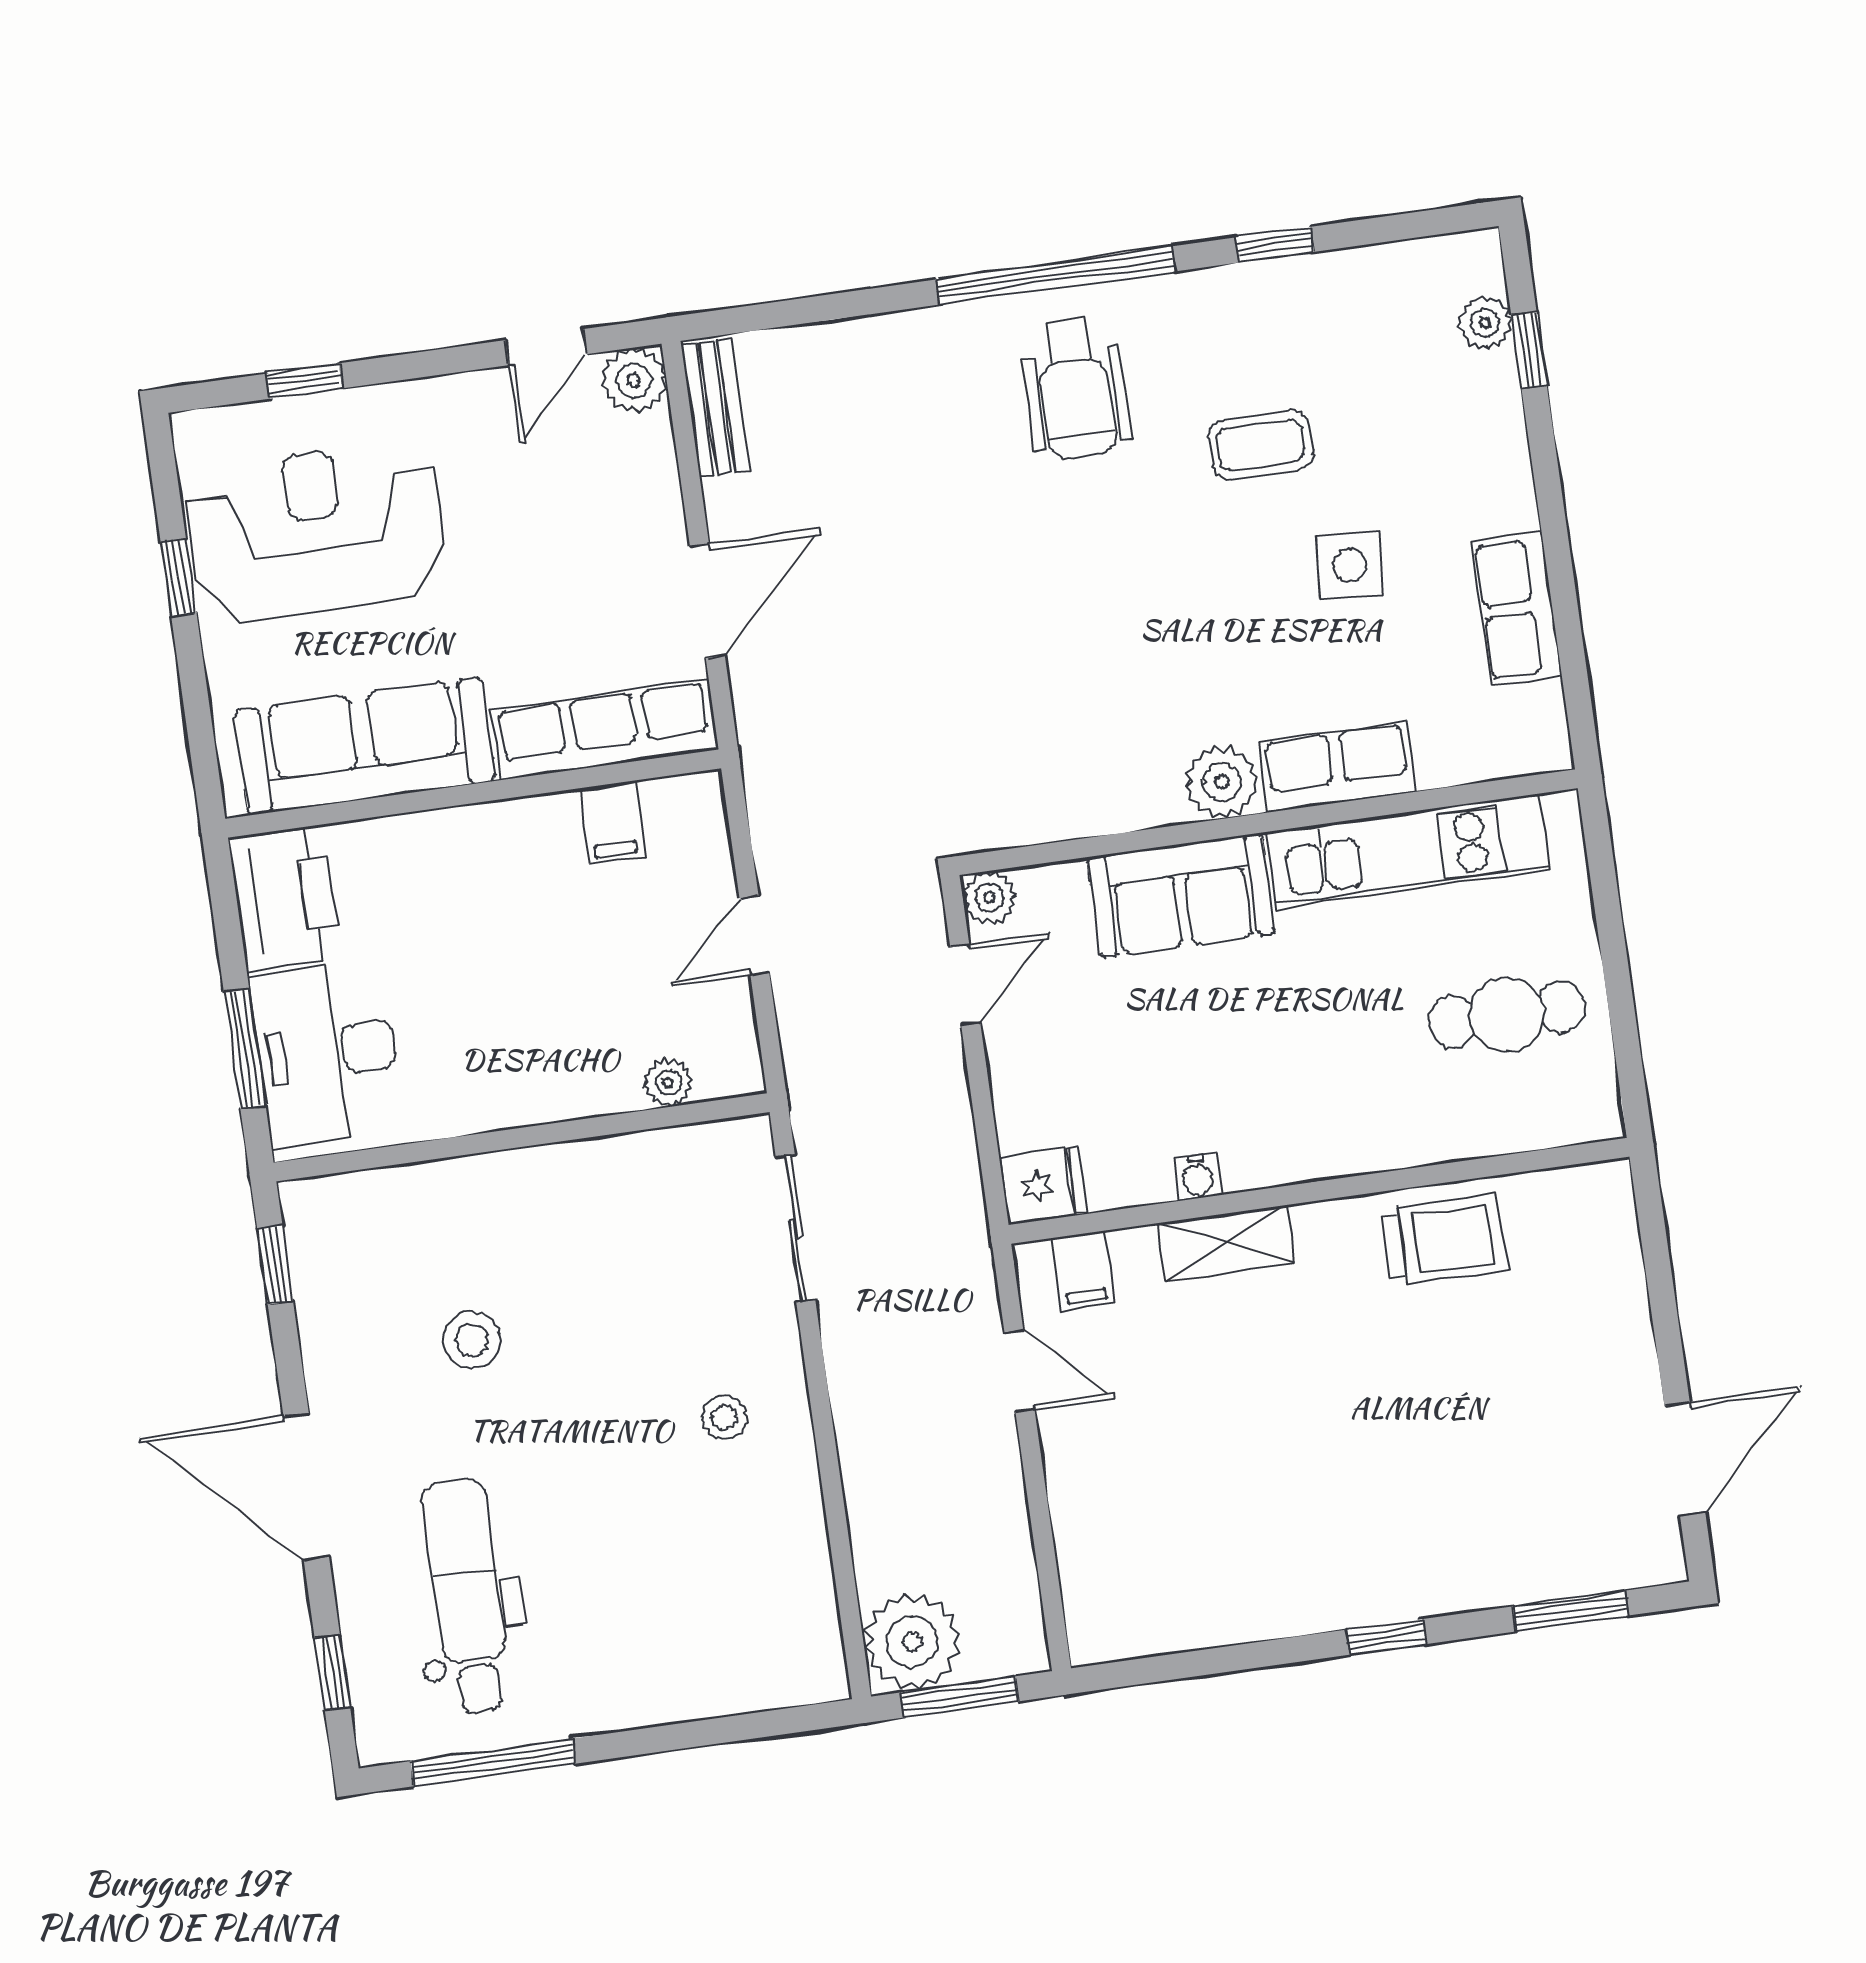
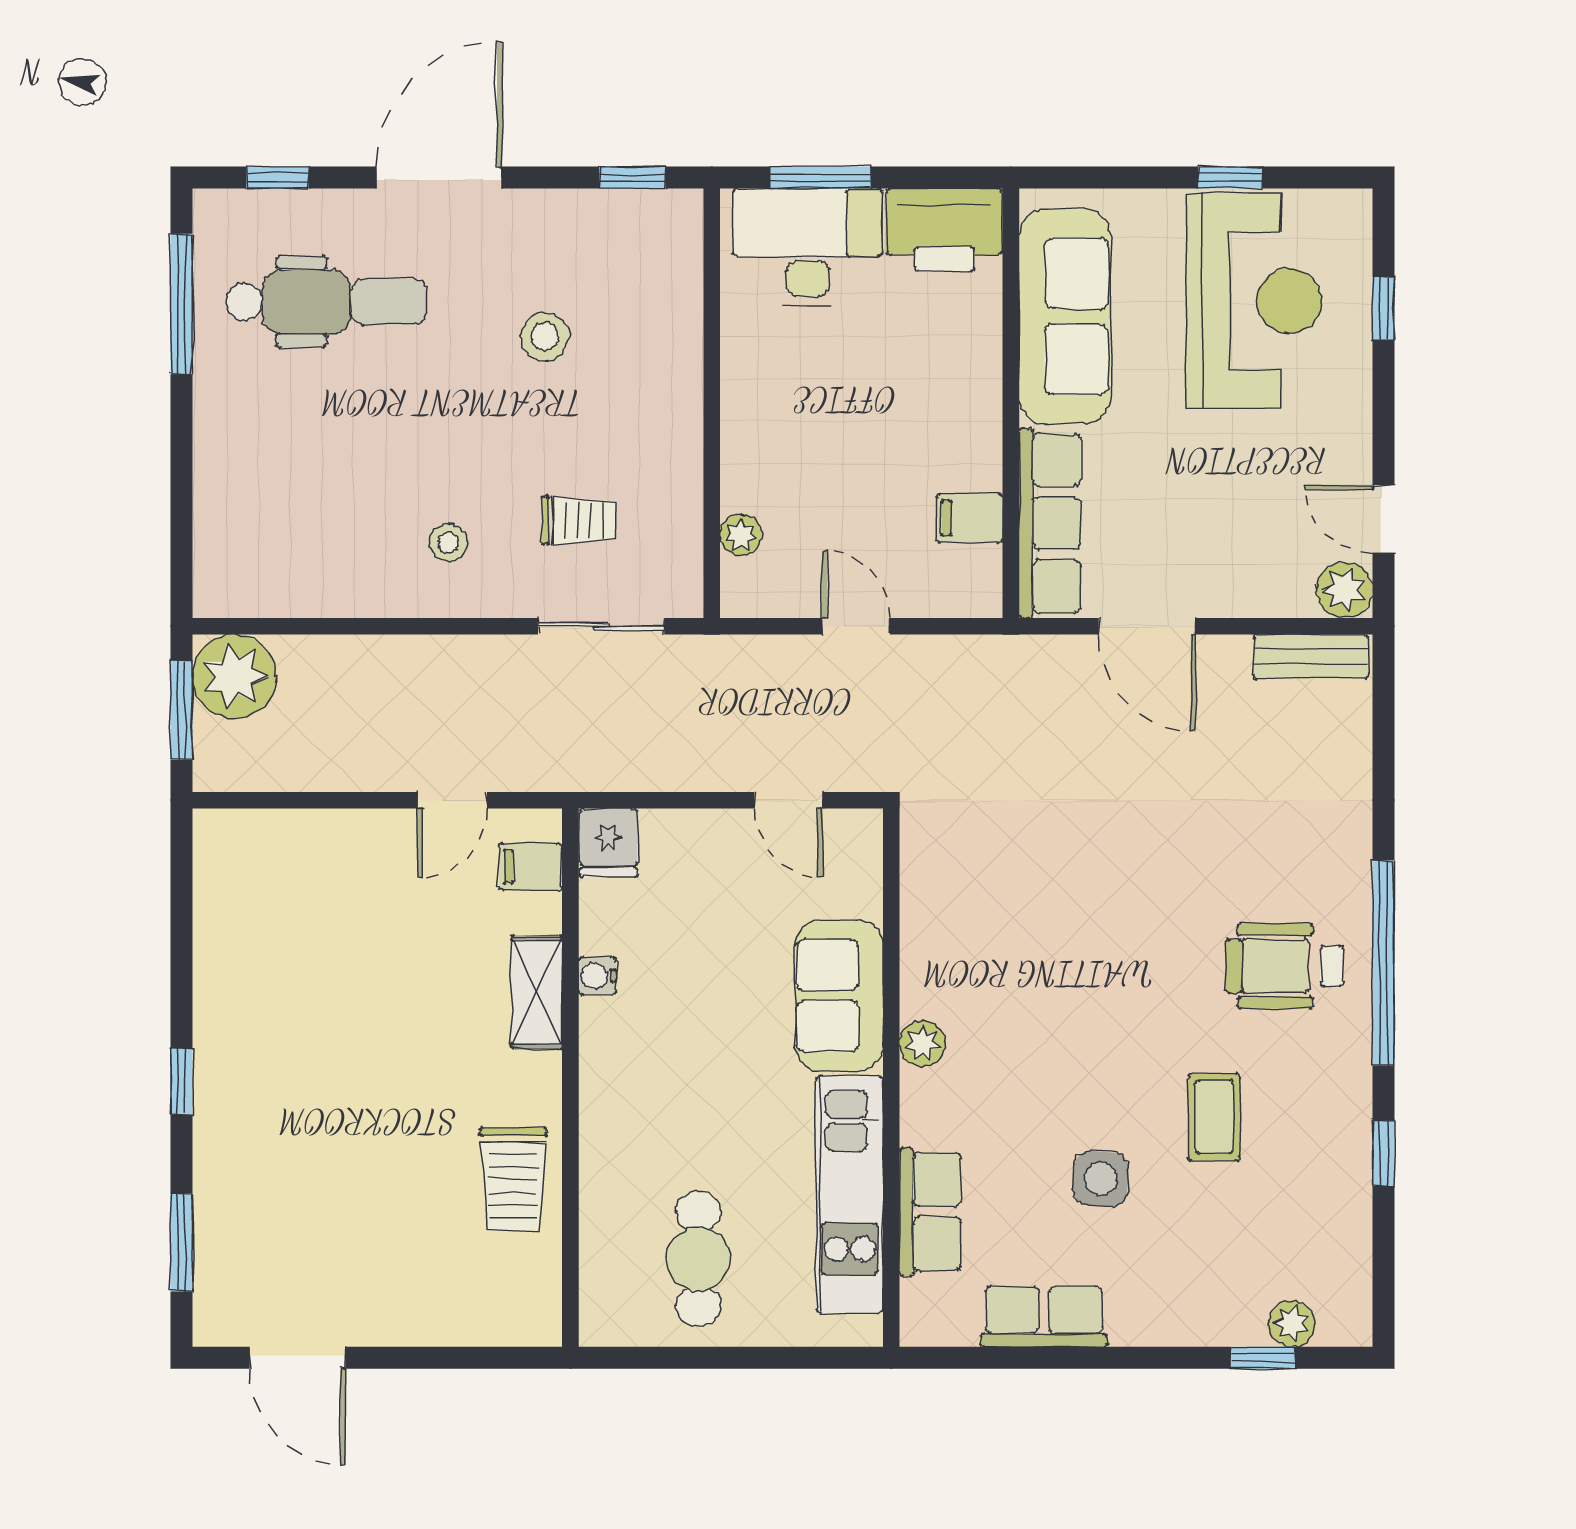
row of seats: (1337, 767) -> (930, 1212), moved
plant: (1222, 782) -> (922, 1044), width x0.73, depth x0.73
plant: (989, 898) -> (860, 831), removed
trolley: (677, 1271) -> (579, 520), added

